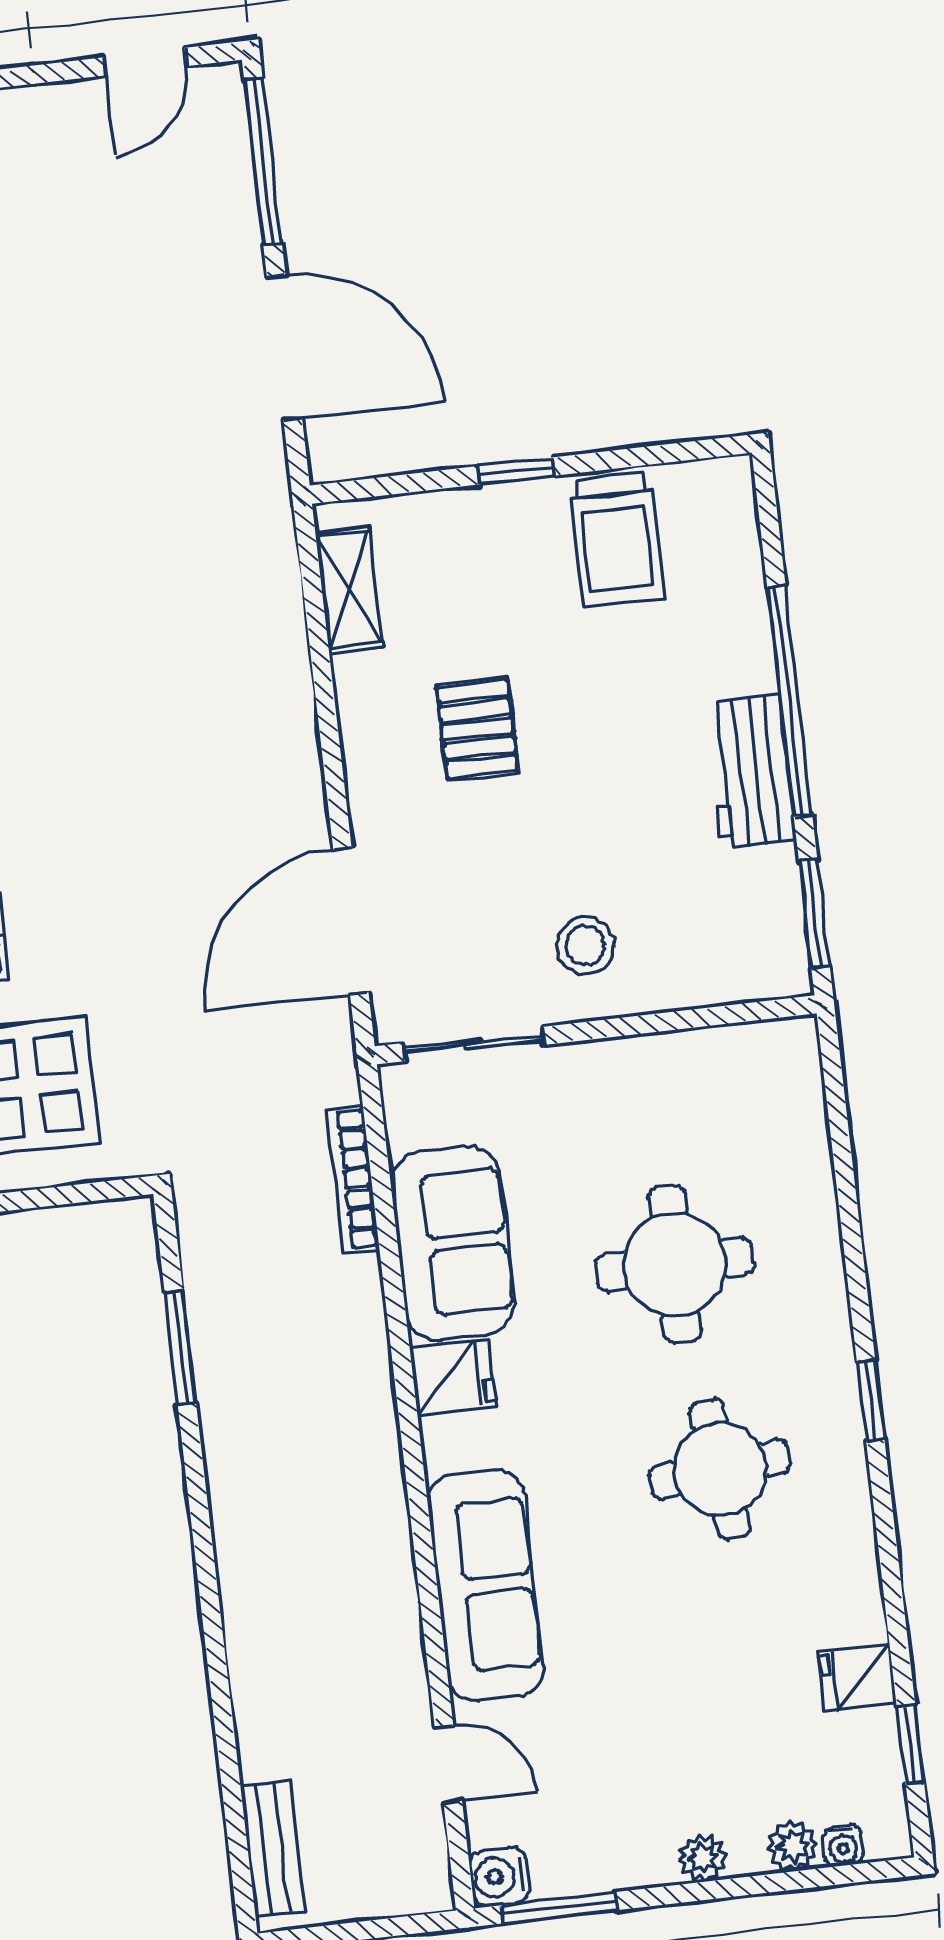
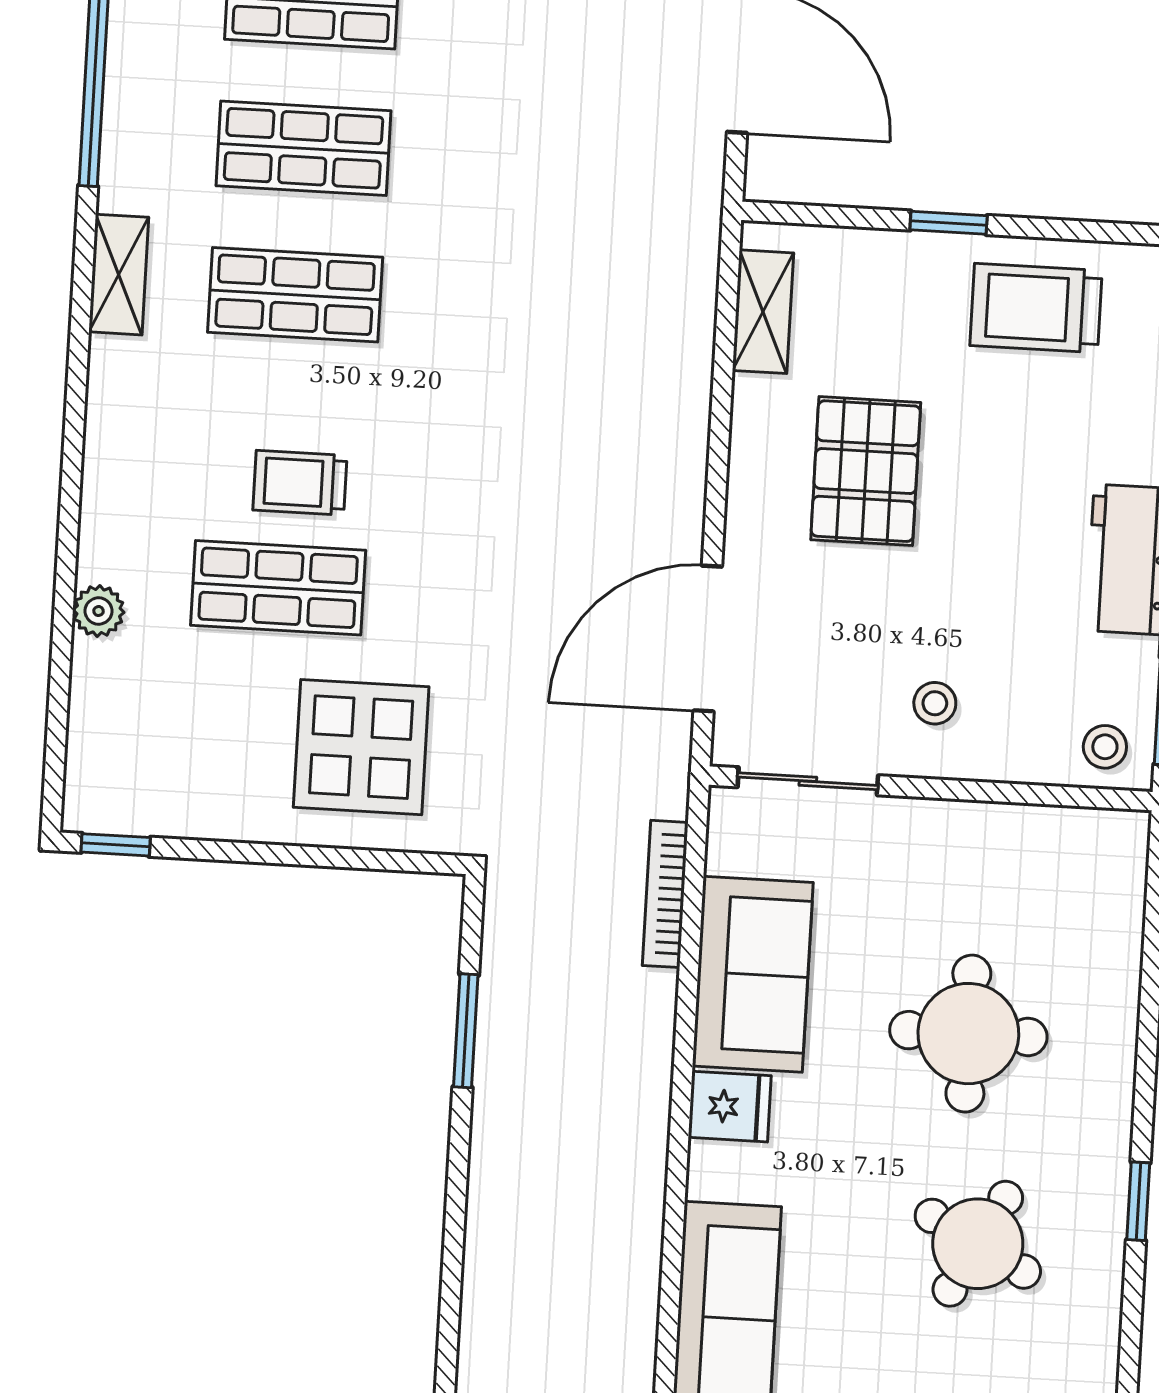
trolley: (617, 540) -> (1036, 308), turned 90
pallet: (477, 729) -> (866, 471), width x1.50, depth x1.42
stool: (585, 945) -> (935, 703), width x0.73, depth x0.73
stool: (760, 959) -> (1105, 747), added
round table: (720, 1469) -> (978, 1244), turned 34

